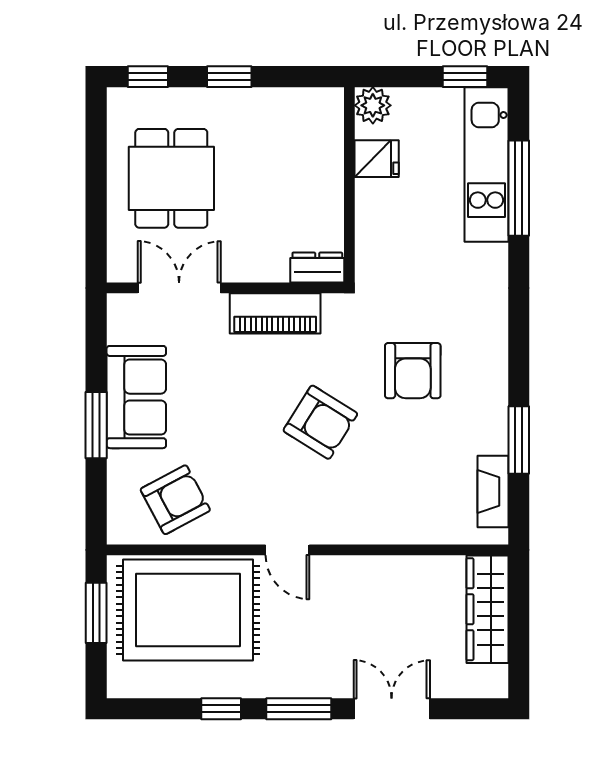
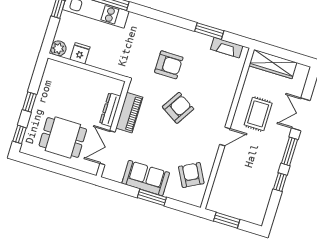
dresser: (317, 268) -> (110, 110), moved, width x1.44
rug: (188, 610) -> (258, 114), moved, width x0.54, depth x0.49

